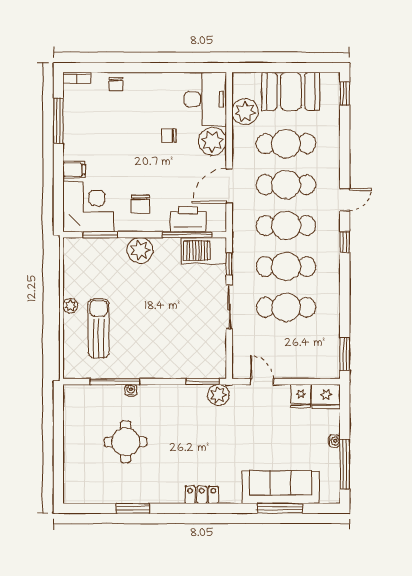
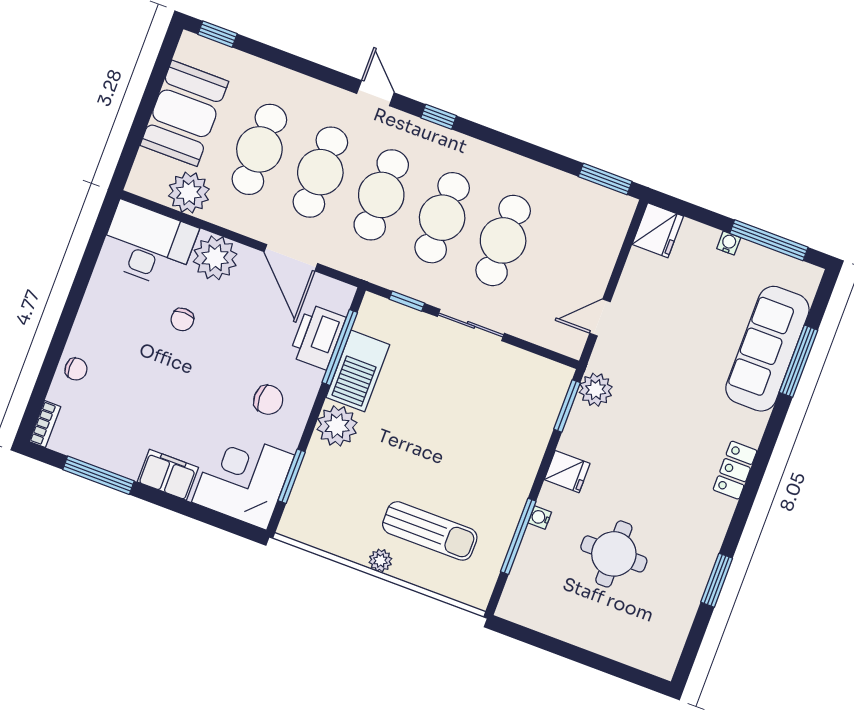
filing cabinet: (74, 170) -> (168, 475), width x2.00
barbecue: (204, 251) -> (358, 371), moved
sun lounger: (99, 328) -> (430, 531), turned 180
fridge: (301, 396) -> (567, 472), moved

